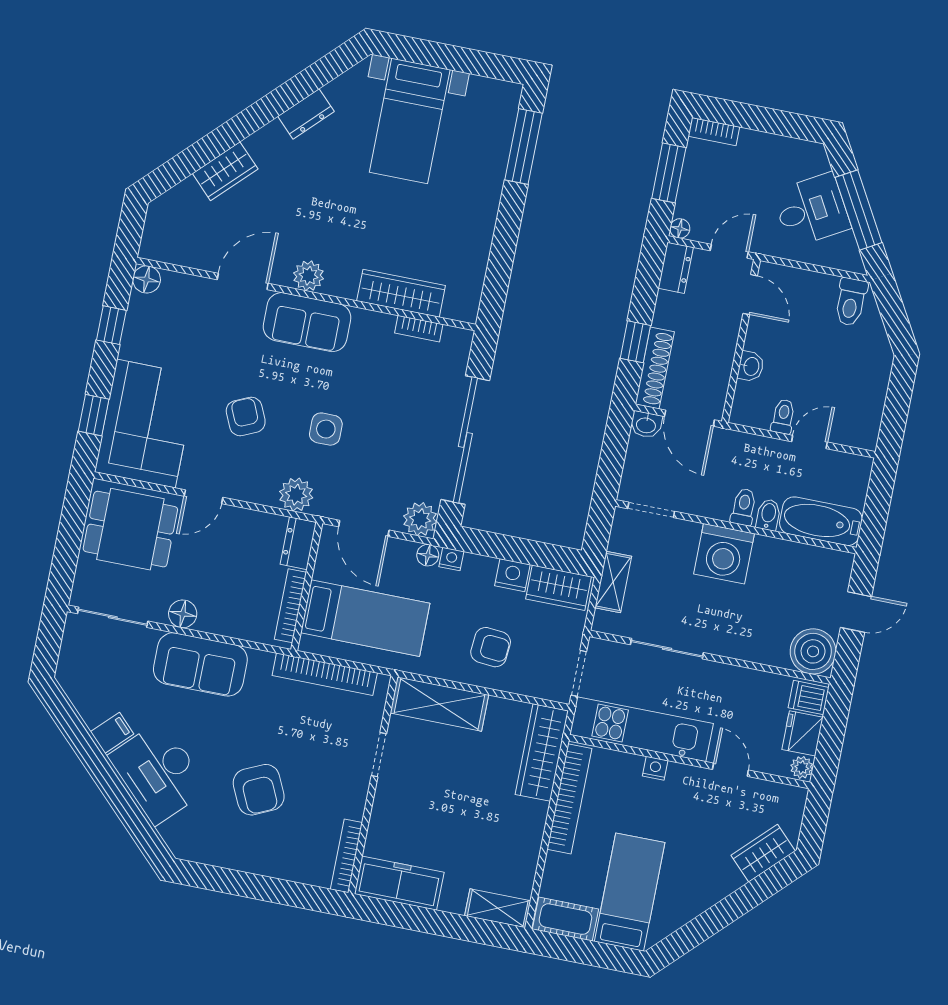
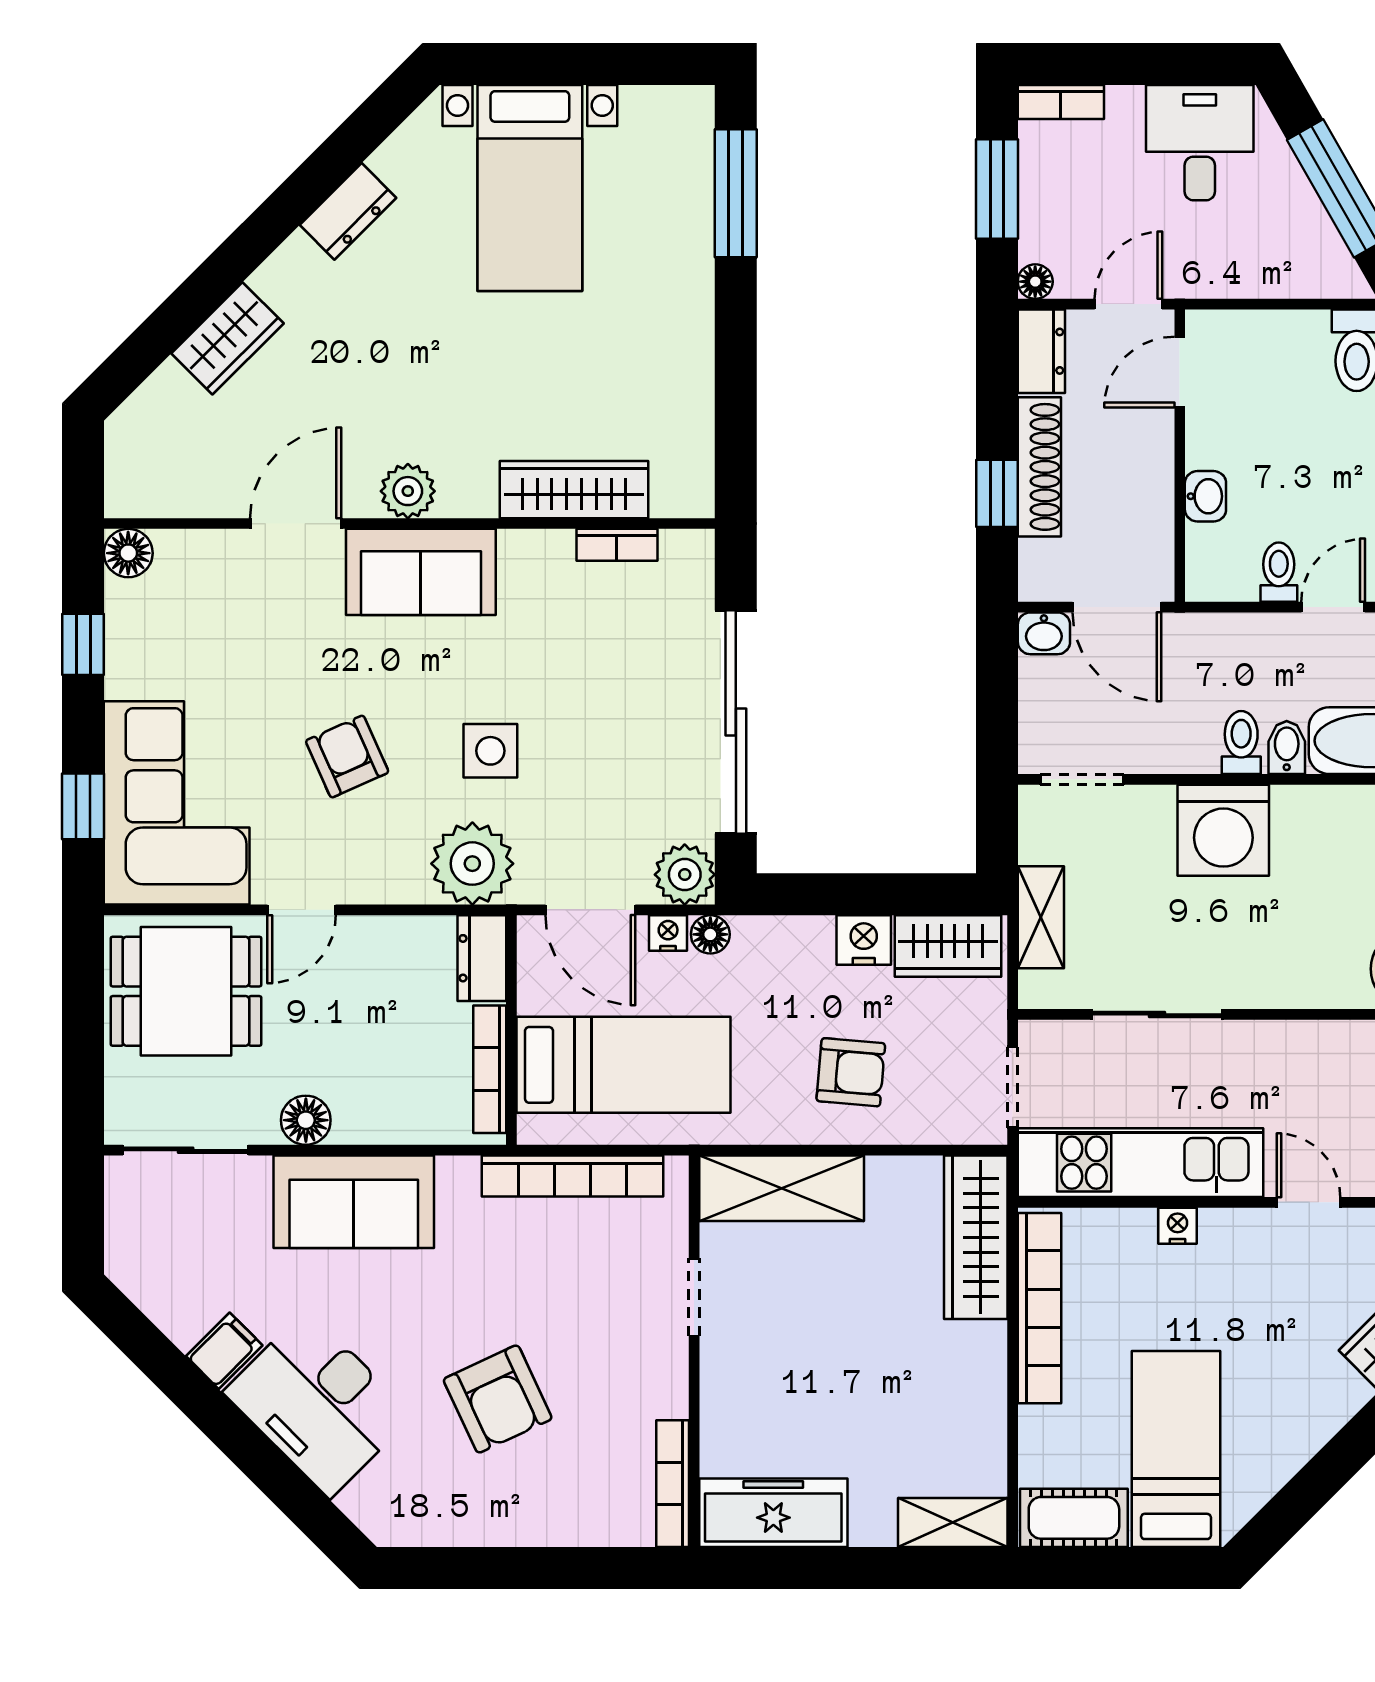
desk: (812, 210) -> (1200, 143), moved, turned -60
door: (750, 295) -> (1180, 372), swing flipped
shoe rack: (655, 368) -> (1039, 467), moved
plant: (296, 495) -> (472, 864), width x1.36, depth x1.36
nightstand: (451, 559) -> (668, 933), moved

